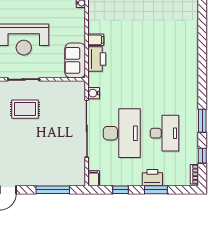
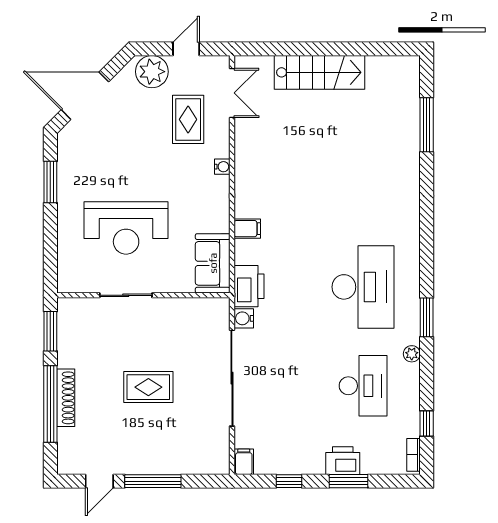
printer: (97, 59) -> (249, 286), moved
rug: (25, 109) -> (148, 387), moved
plant: (193, 114) -> (412, 354), added
window: (202, 121) -> (427, 317), moved
desk: (122, 133) -> (363, 287), moved
window: (53, 190) -> (153, 481), moved

